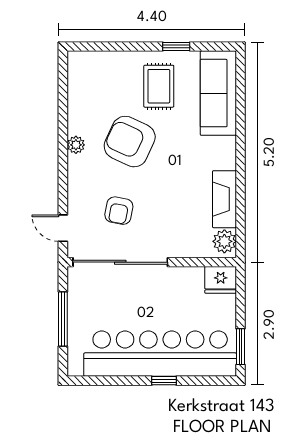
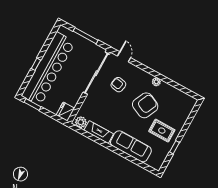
sofa: (218, 93) -> (131, 146), moved
door: (63, 228) -> (124, 57), hinge flipped

